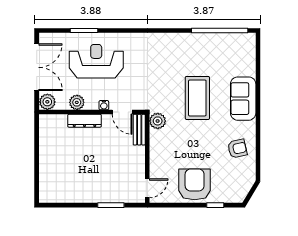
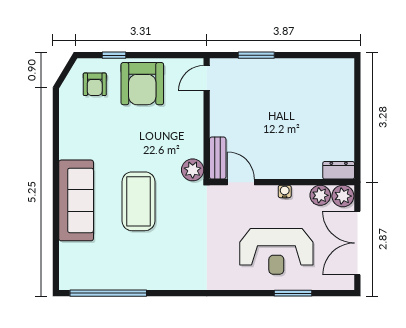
sofa: (243, 99) -> (76, 200), width x1.36
plant: (77, 102) -> (320, 195), moved
water cooler: (104, 105) -> (285, 191), moved
dresser: (84, 121) -> (339, 170), moved, width x0.70
armchair: (237, 149) -> (95, 84), moved, turned -77

